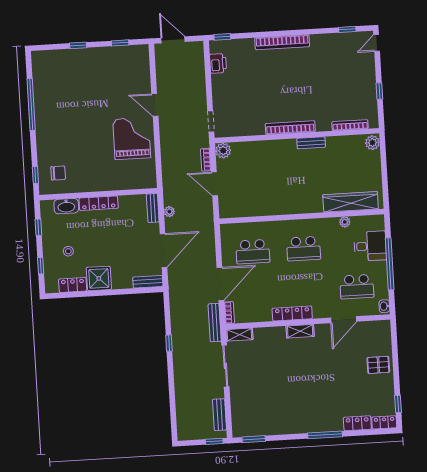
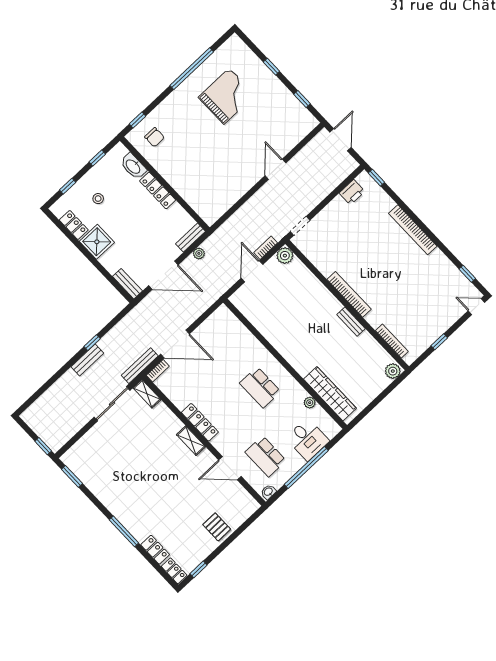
grand piano: (132, 138) -> (227, 96), moved
school desk: (253, 252) -> (223, 348), removed
bench: (219, 415) -> (87, 360), moved

